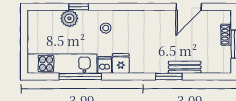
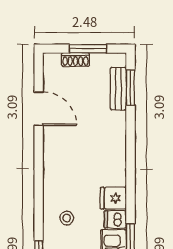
bench: (185, 67) -> (118, 89), moved
window: (169, 76) -> (130, 88), moved

